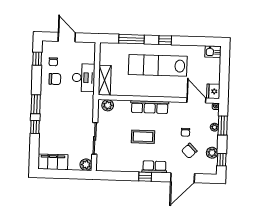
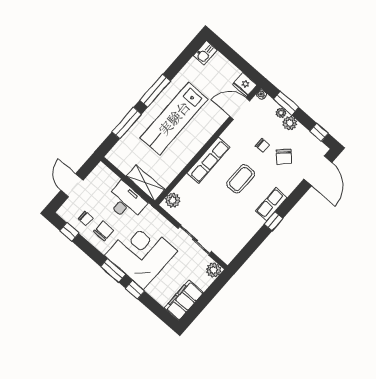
door: (67, 37) -> (72, 185), hinge flipped
window: (165, 40) -> (155, 91), width x2.17
corner desk: (60, 112) -> (141, 253), added
coffee table: (143, 137) -> (241, 179), moved
plant: (212, 153) -> (290, 123), moved
door: (183, 178) -> (318, 171), moved

